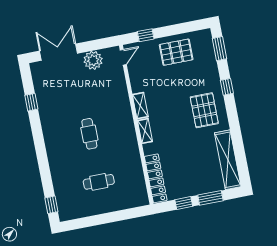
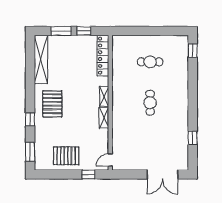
plant: (93, 60) -> (135, 162), removed

